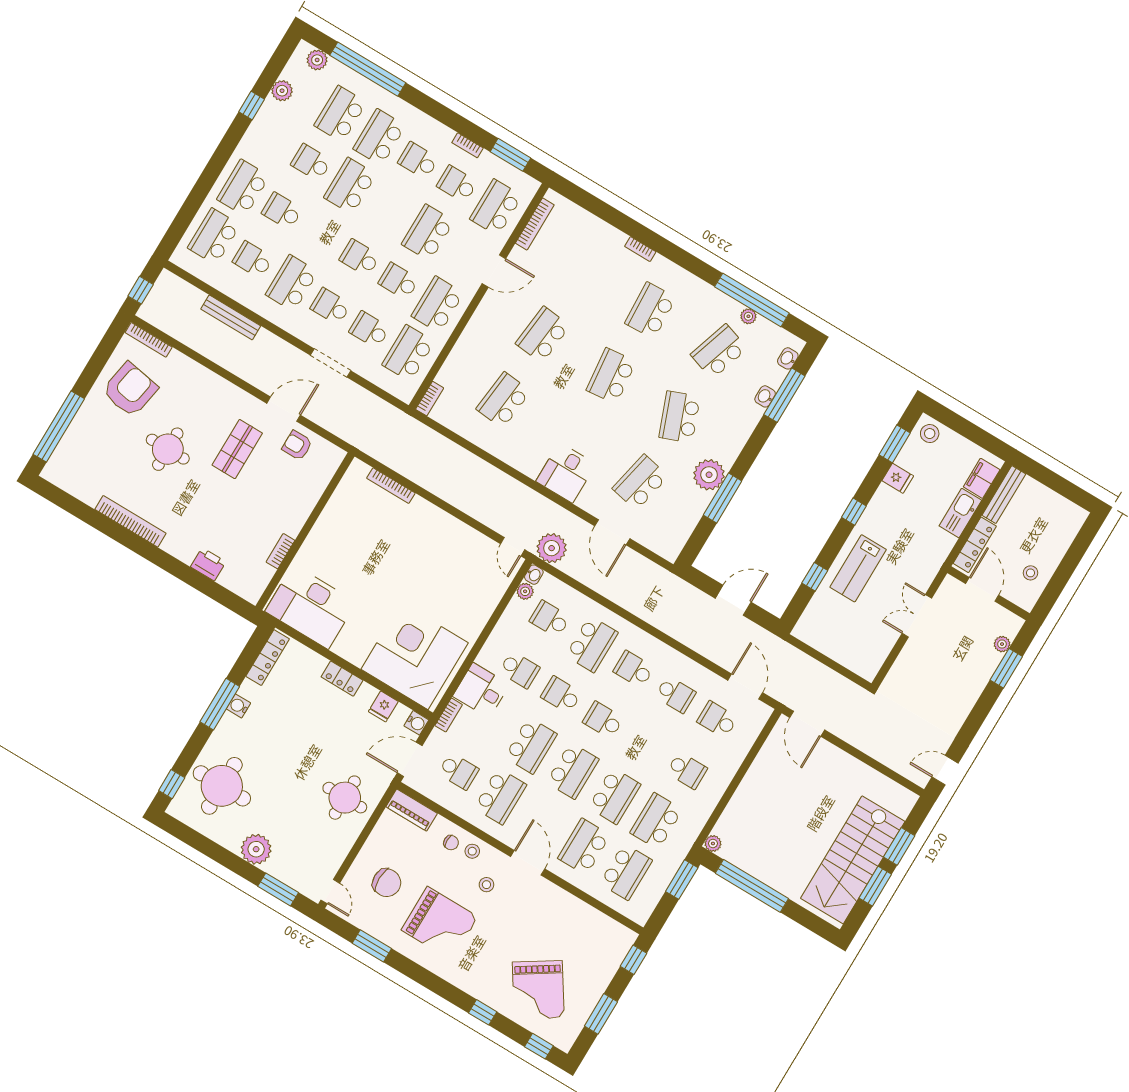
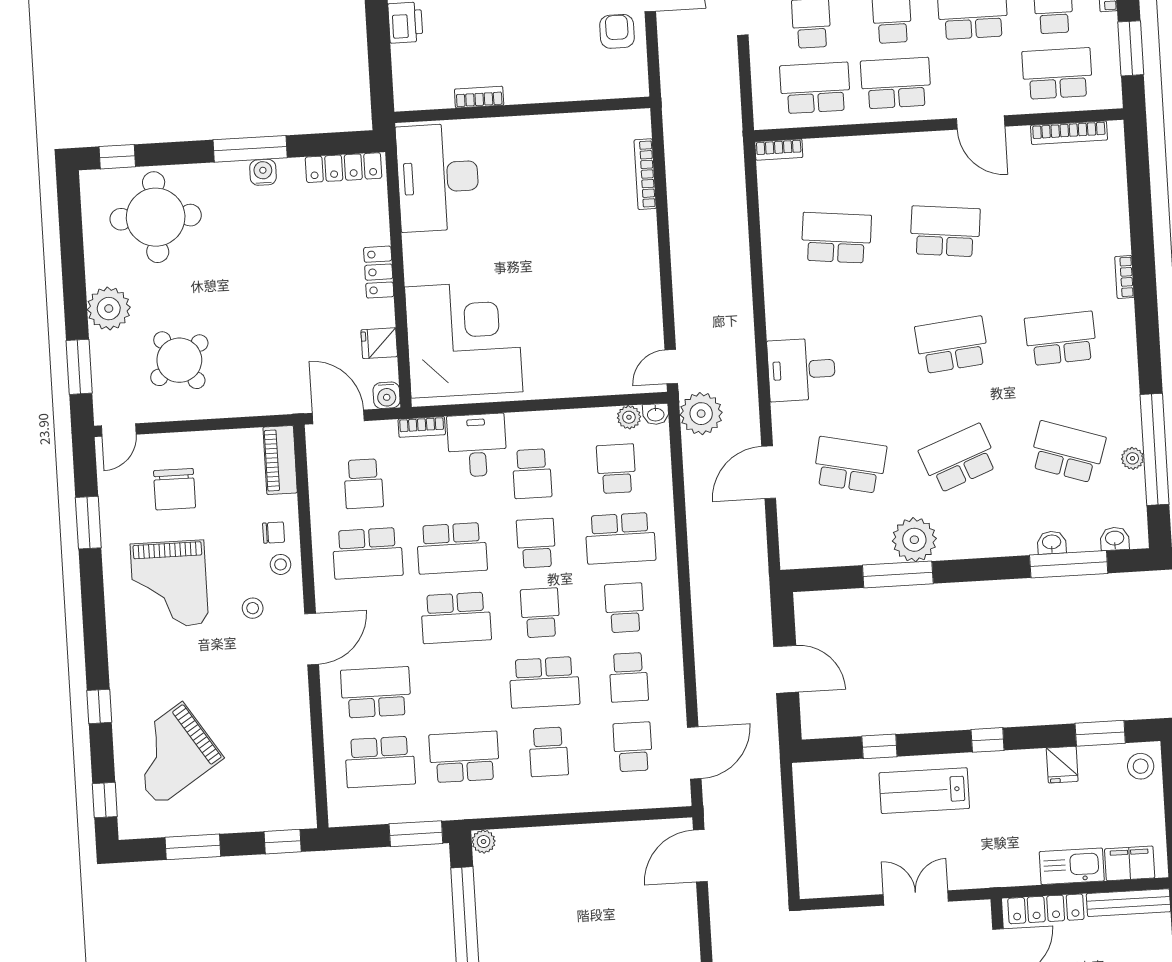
school desk: (614, 796) -> (544, 682), moved
round table: (345, 798) -> (179, 360), moved, turned -37
chair: (451, 843) -> (274, 533), turned -90

